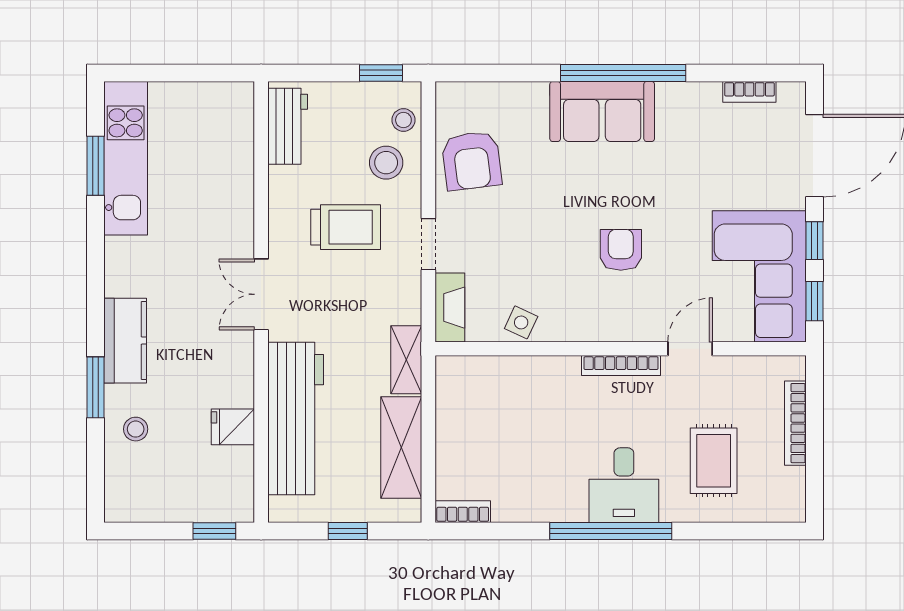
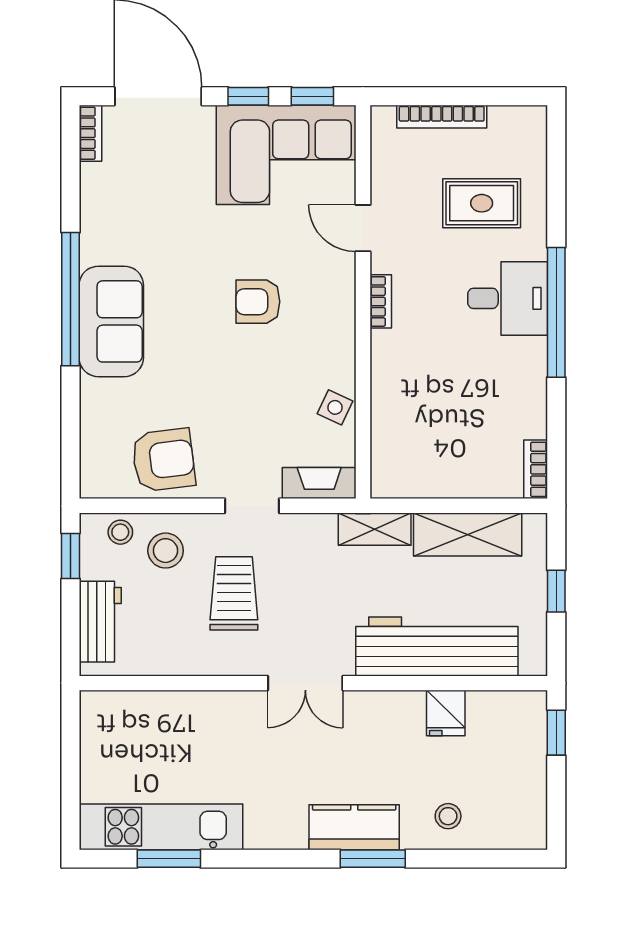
bookcase: (749, 92) -> (90, 133), moved
workbench: (288, 126) -> (100, 622), moved, turned 90
bookcase: (621, 366) -> (381, 301), width x0.64
window: (96, 387) -> (373, 859), moved

